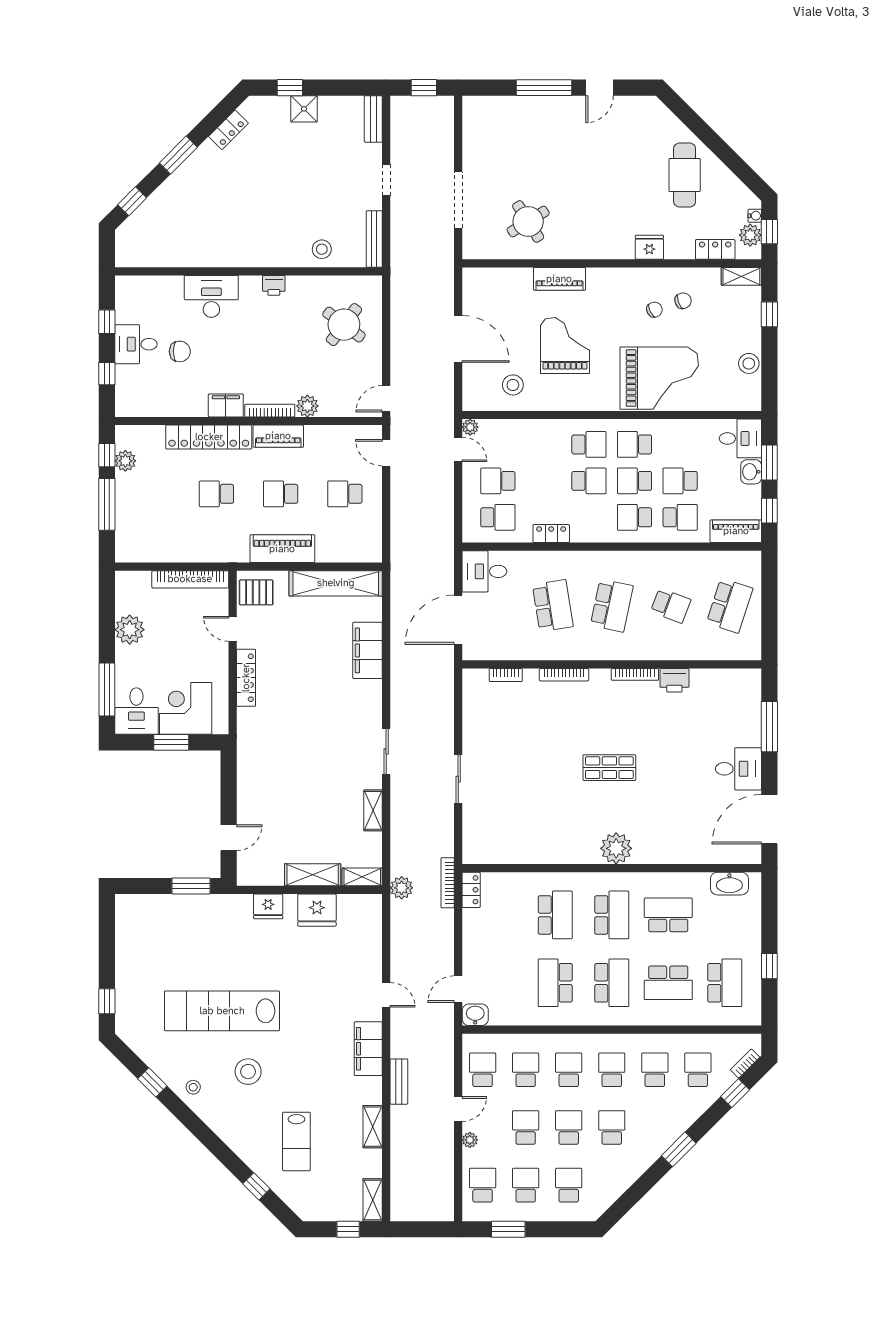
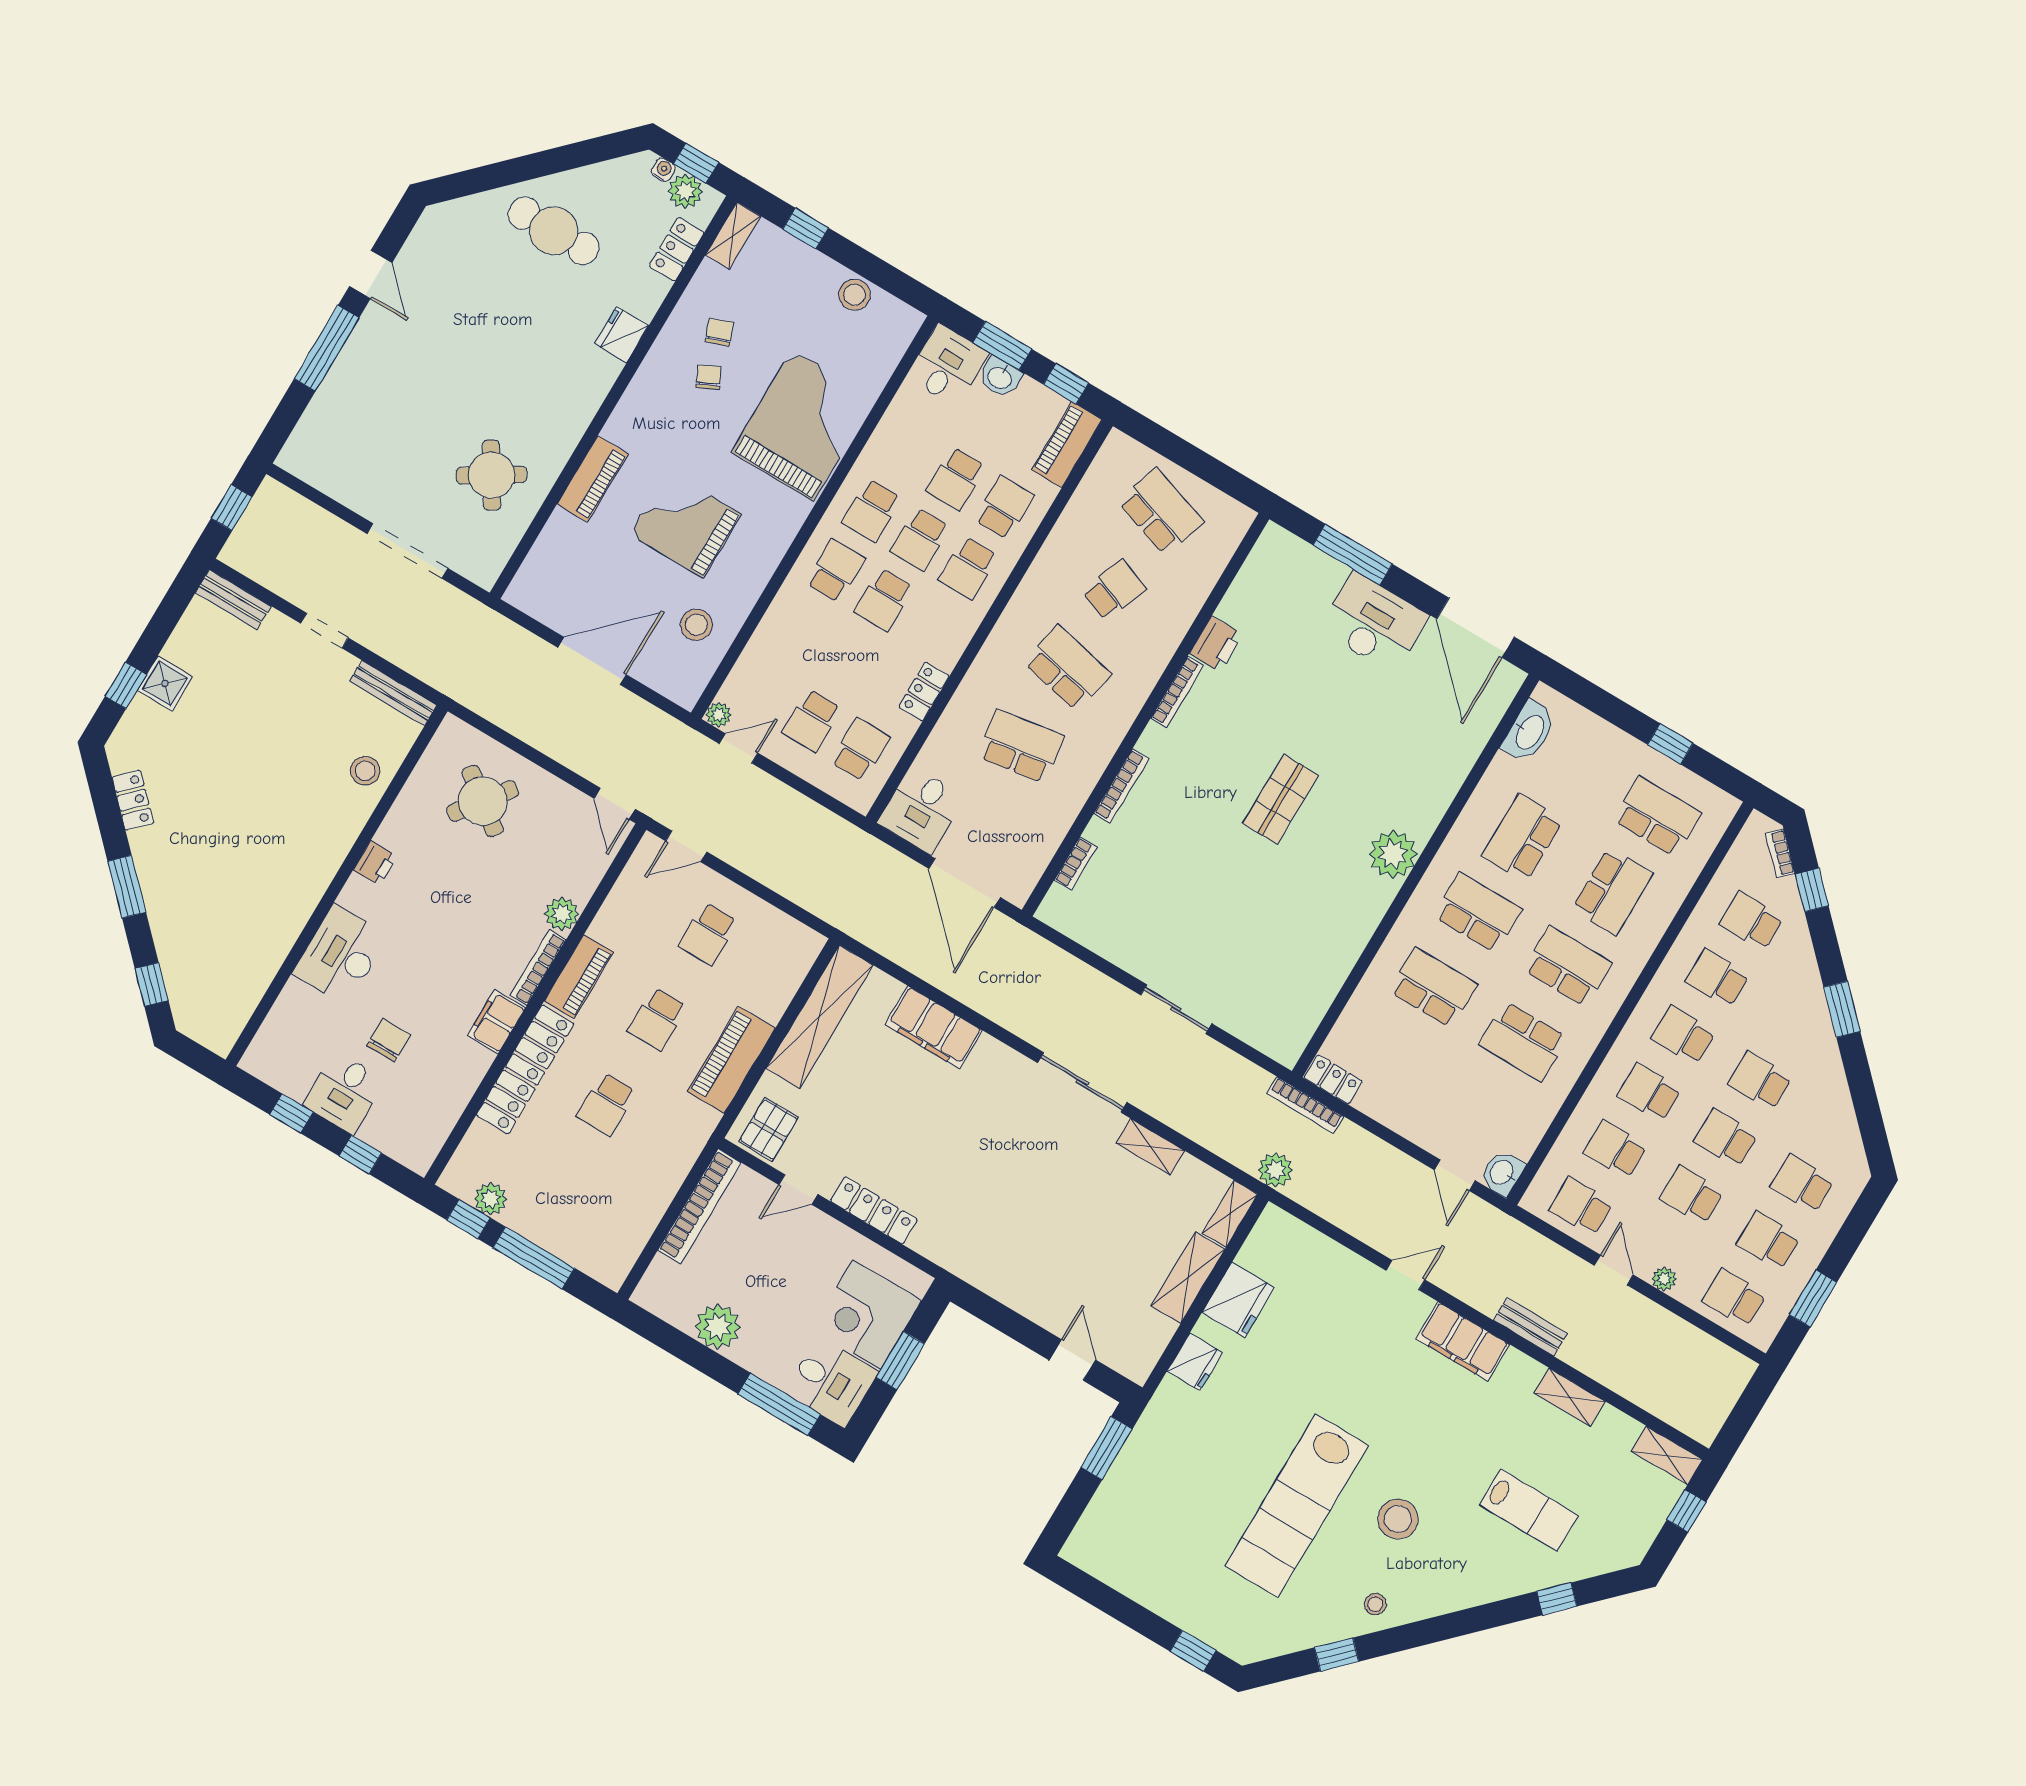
school desk: (589, 481) -> (884, 600), turned 180
sliding door: (386, 751) -> (1082, 1083), width x1.37
desk: (738, 769) -> (1374, 623), width x1.37

